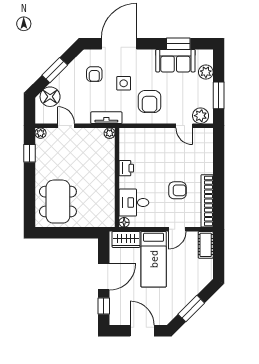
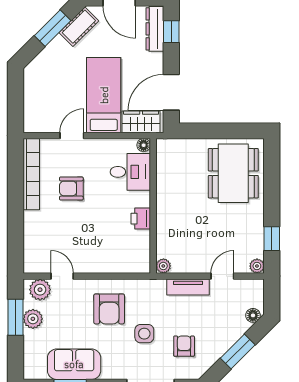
plant: (206, 72) -> (33, 319), moved
floor lamp: (50, 97) -> (253, 315), width x0.53, depth x0.53
armchair: (150, 101) -> (109, 309), turned 180
tv unit: (106, 118) -> (188, 287), moved
door: (66, 126) -> (222, 276), swing flipped
cot: (206, 245) -> (79, 27), moved, turned 45
door: (104, 277) -> (171, 92), moved
dresser: (116, 308) -> (155, 29), added

